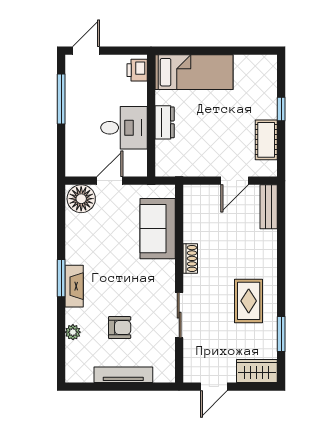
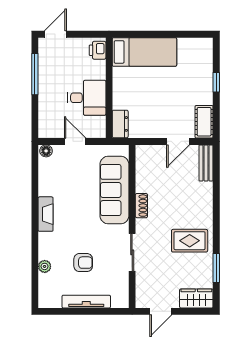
dresser: (165, 122) -> (120, 124), moved
cot: (266, 140) -> (204, 122), moved
door: (110, 181) -> (75, 141), hinge flipped
floor lamp: (81, 199) -> (46, 151), width x0.53, depth x0.53
sofa: (158, 229) -> (114, 190), width x1.36
window: (61, 278) -> (35, 222), removed
fireplace: (74, 286) -> (46, 214), moved
rug: (249, 301) -> (190, 241), turned 90

